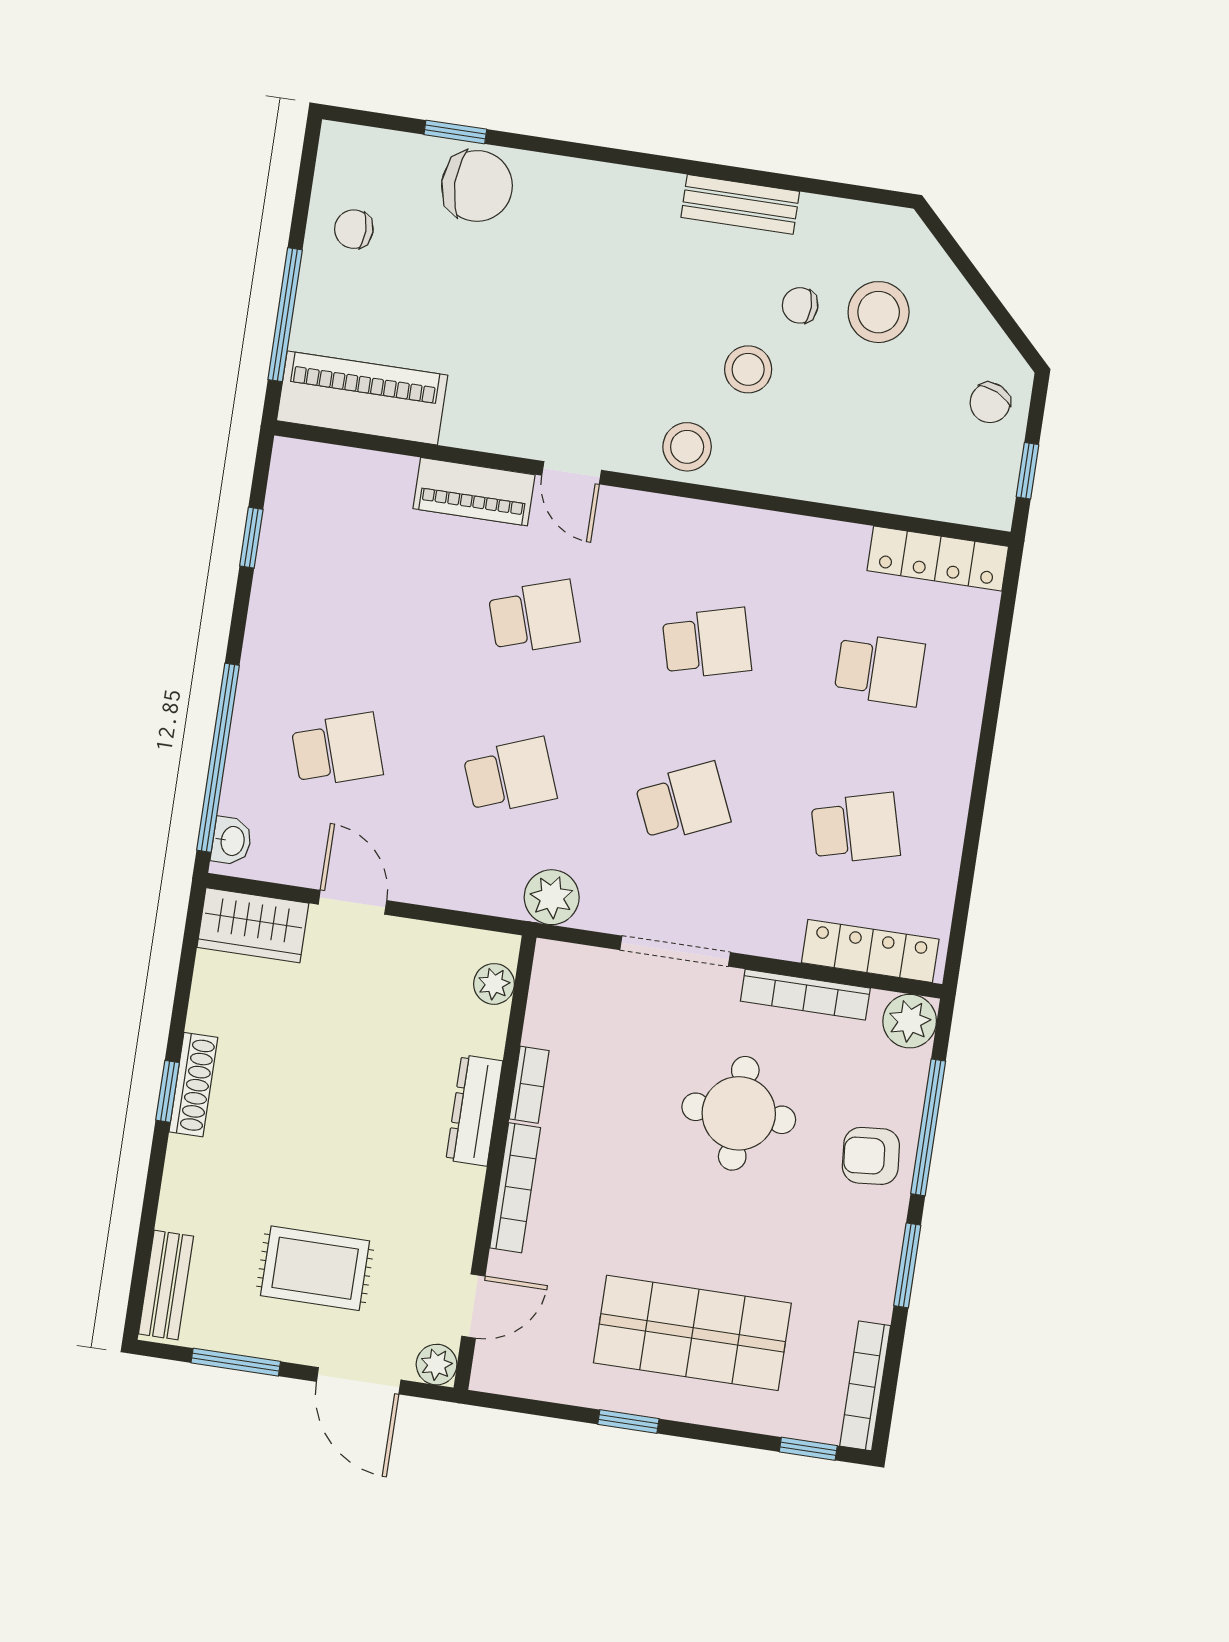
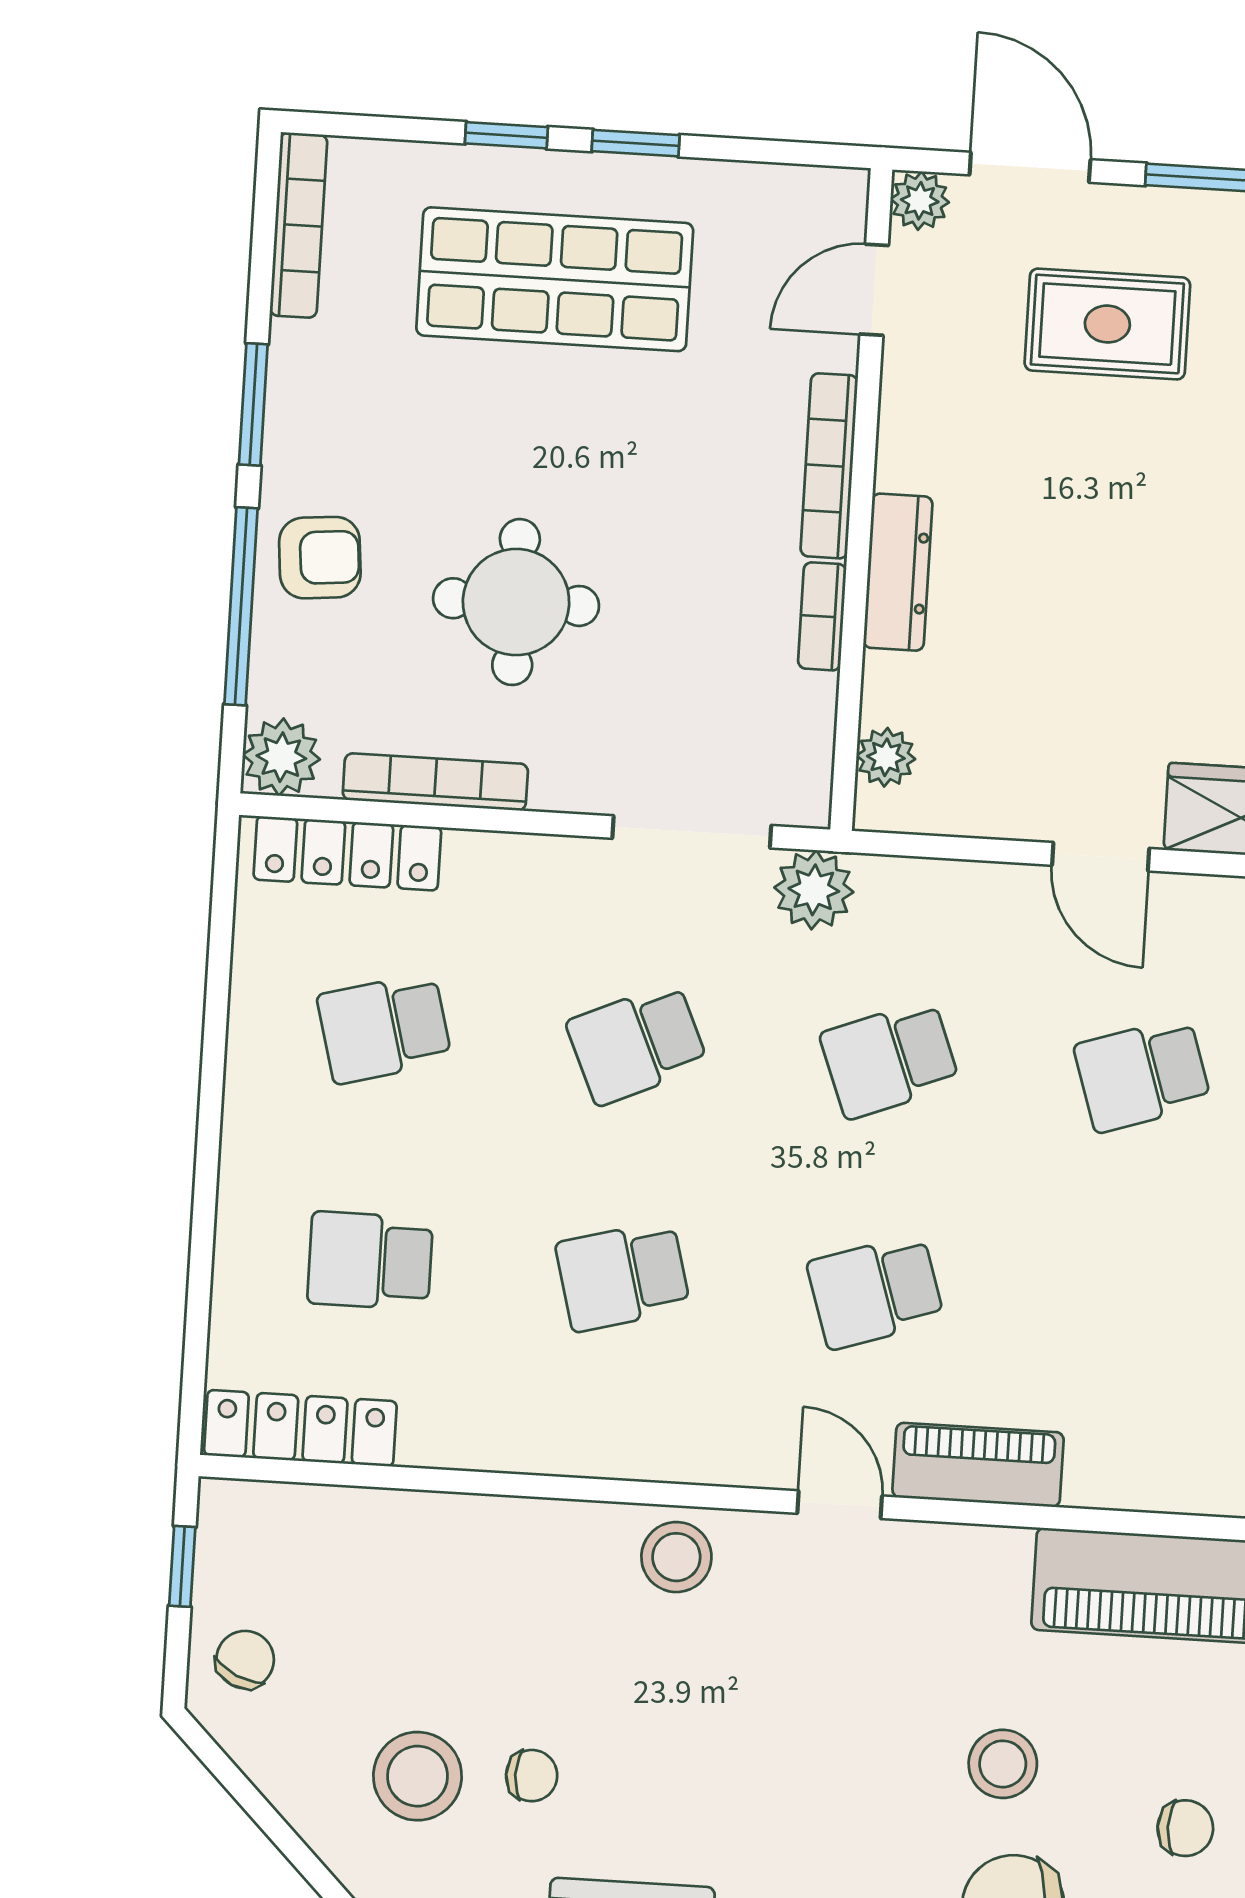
stool: (748, 369) -> (1003, 1764), moved
doorway: (675, 951) -> (692, 832), moved
window: (808, 1449) -> (506, 135), moved

